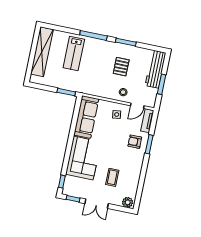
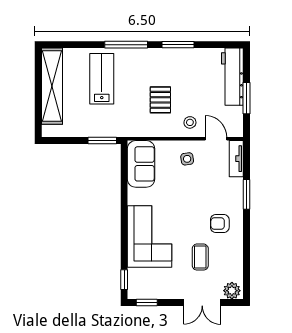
lab bench: (74, 54) -> (102, 79), turned 180
pallet: (121, 67) -> (160, 100), moved
door: (137, 106) -> (216, 139), swing flipped
sofa: (86, 117) -> (141, 164), width x0.73
armchair: (135, 142) -> (220, 224), moved
double door: (97, 204) -> (202, 302), moved

